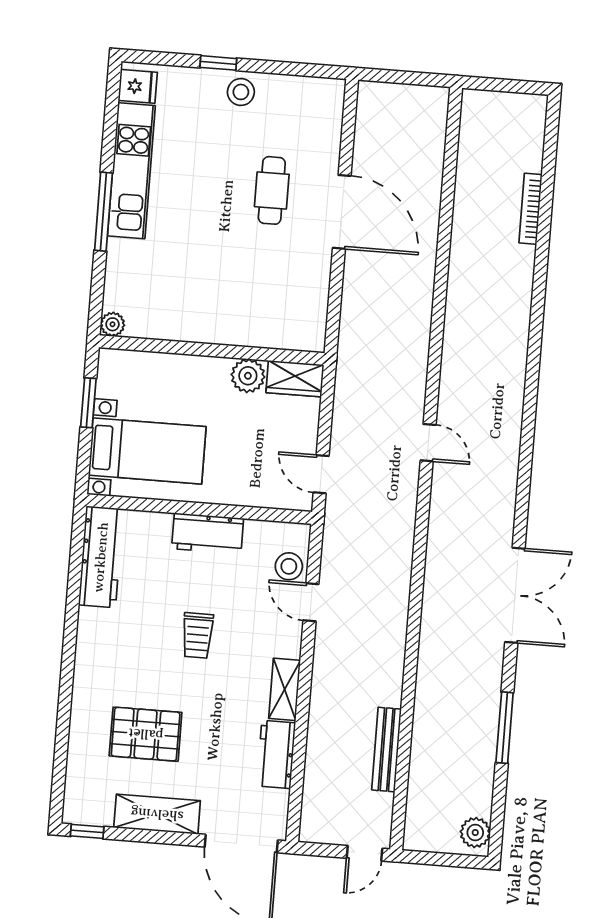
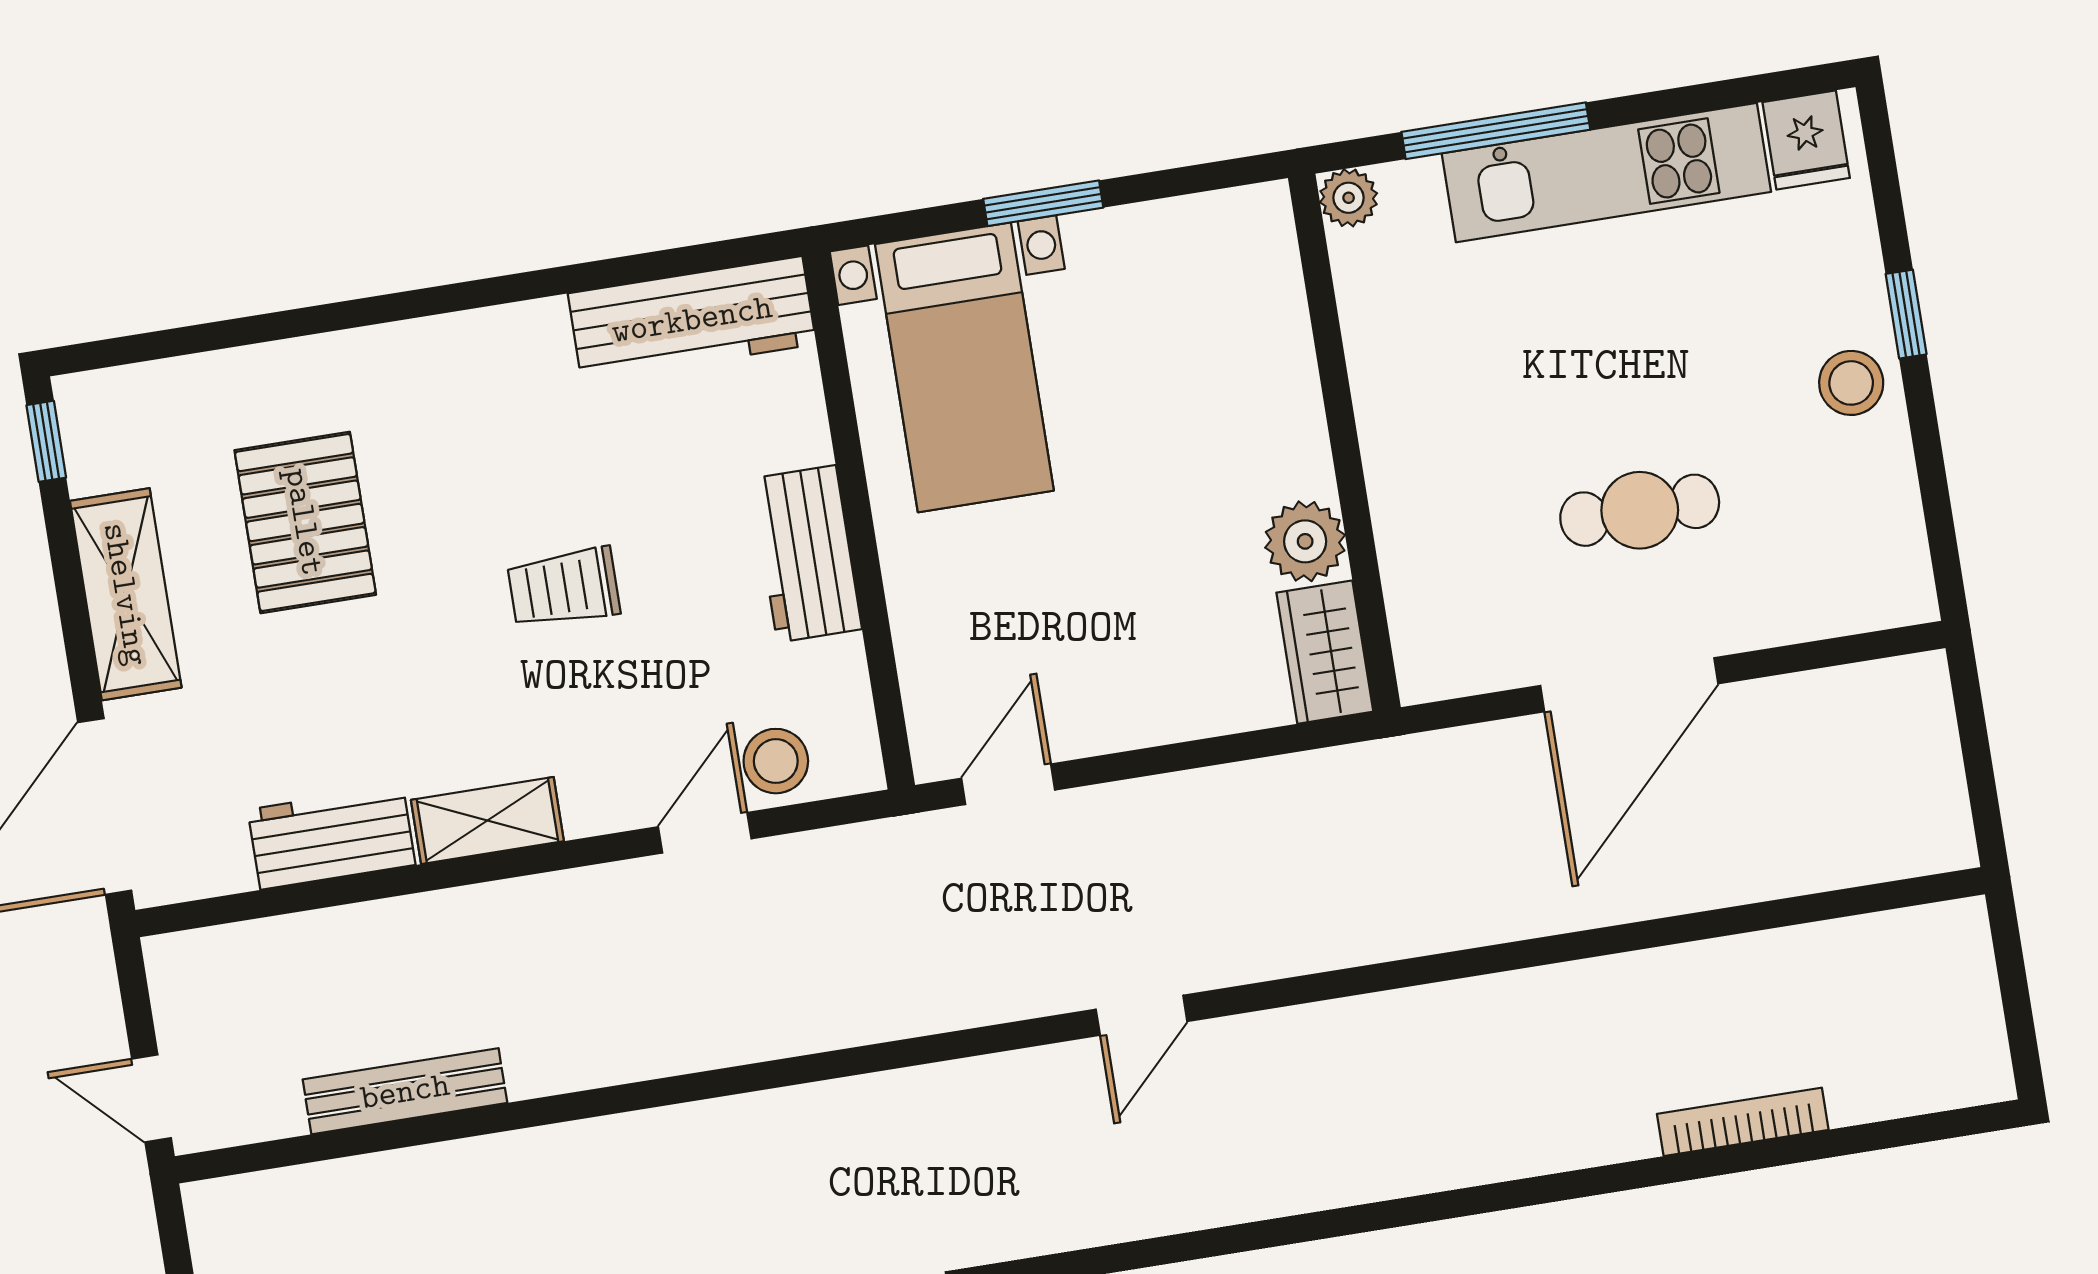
plant: (113, 324) -> (1349, 198), moved
wall: (212, 350) -> (1344, 443), moved
plant: (248, 376) -> (1305, 541), moved
wardrobe: (295, 379) -> (1325, 652), moved

